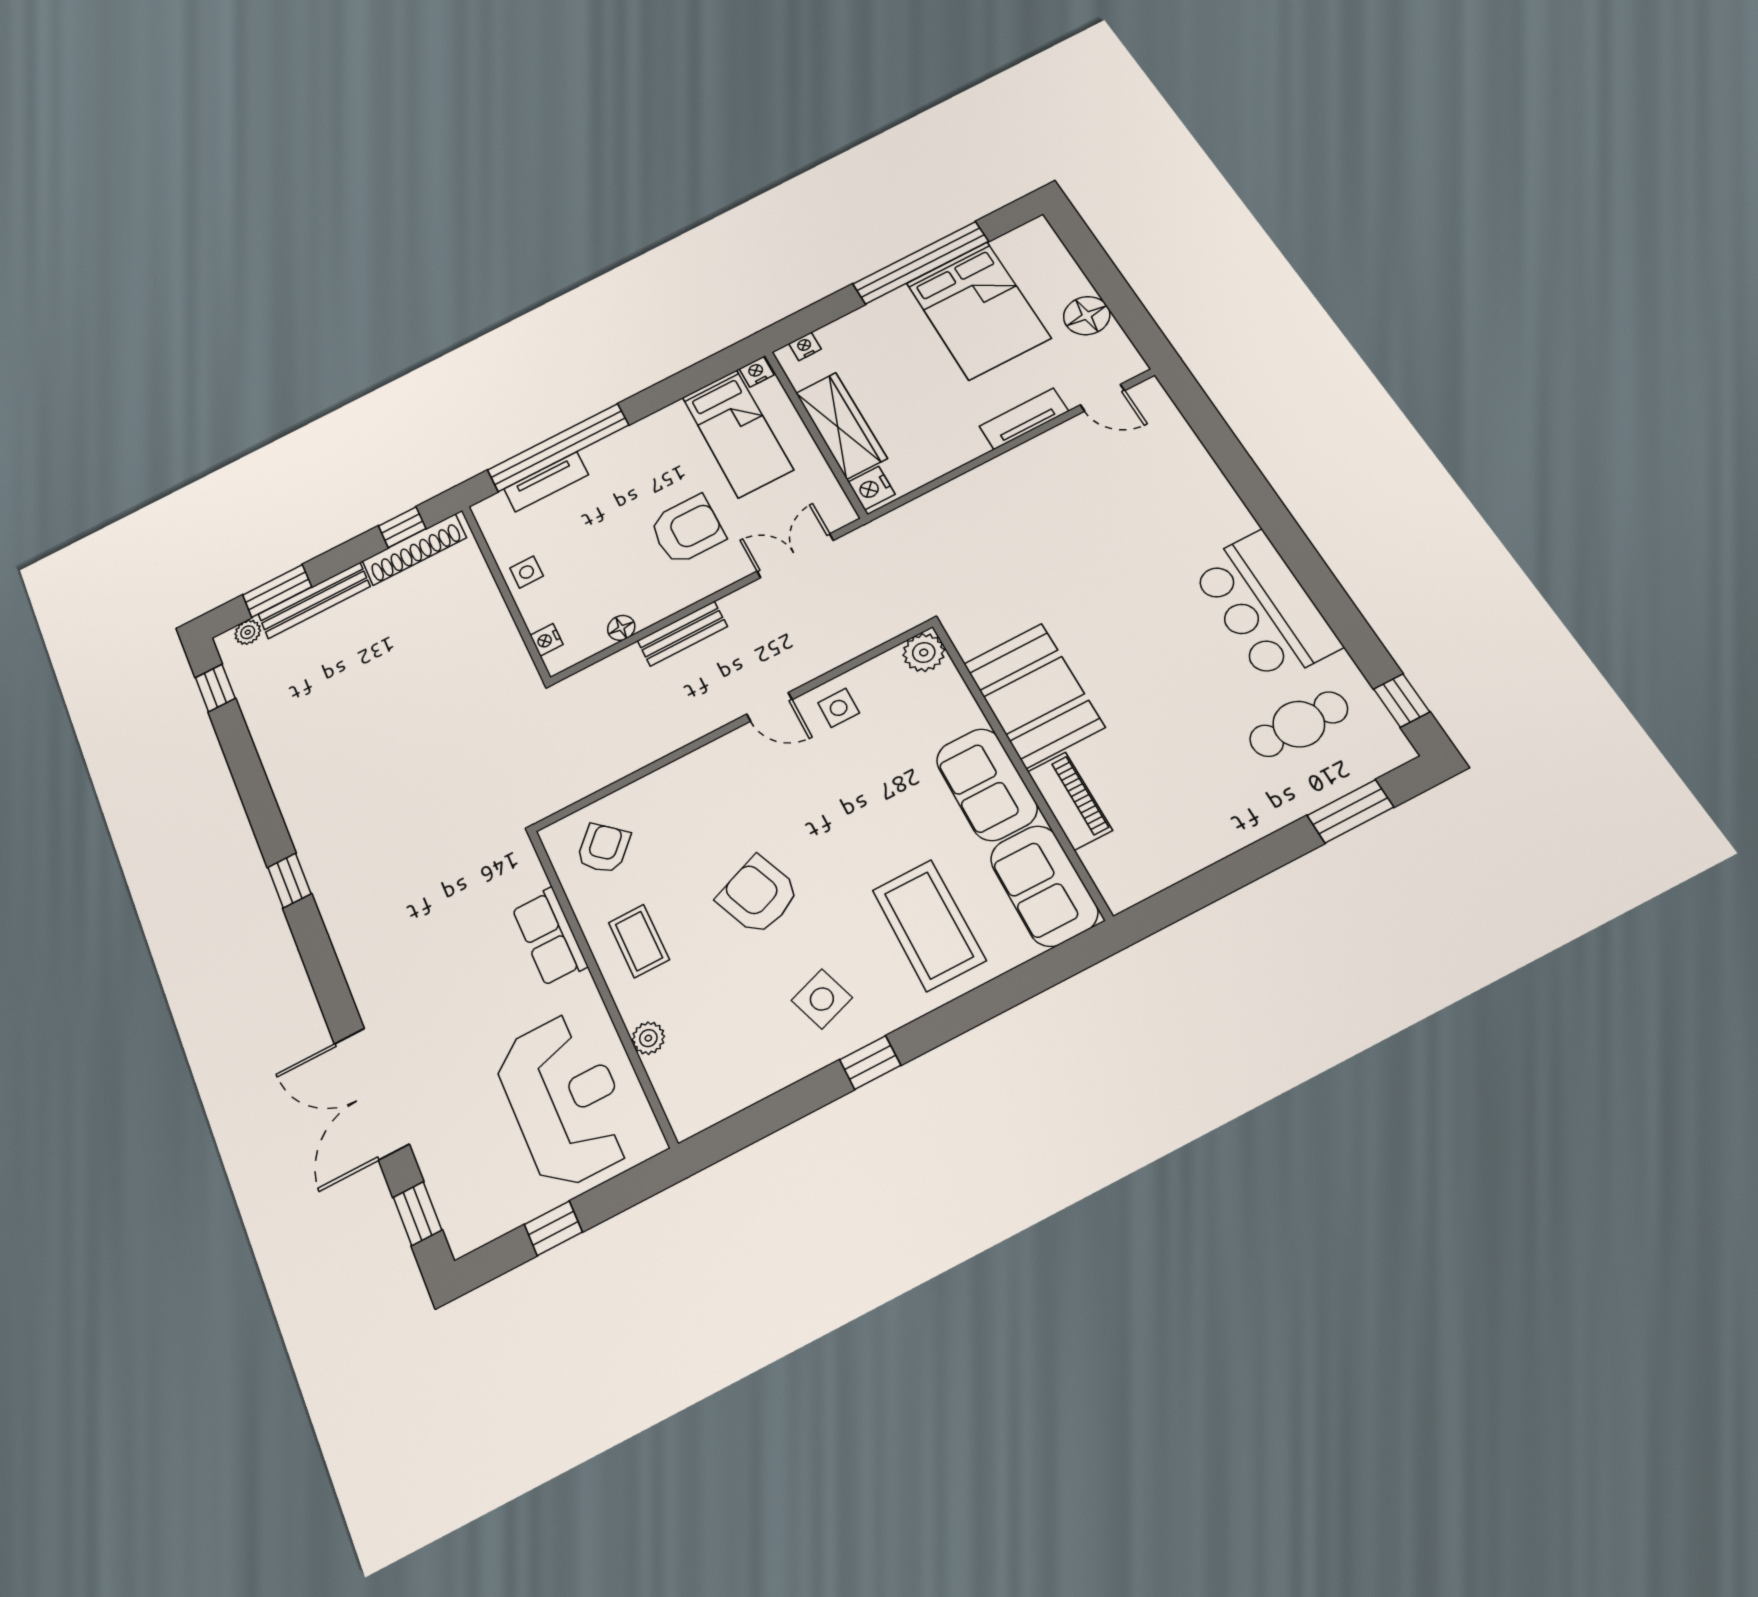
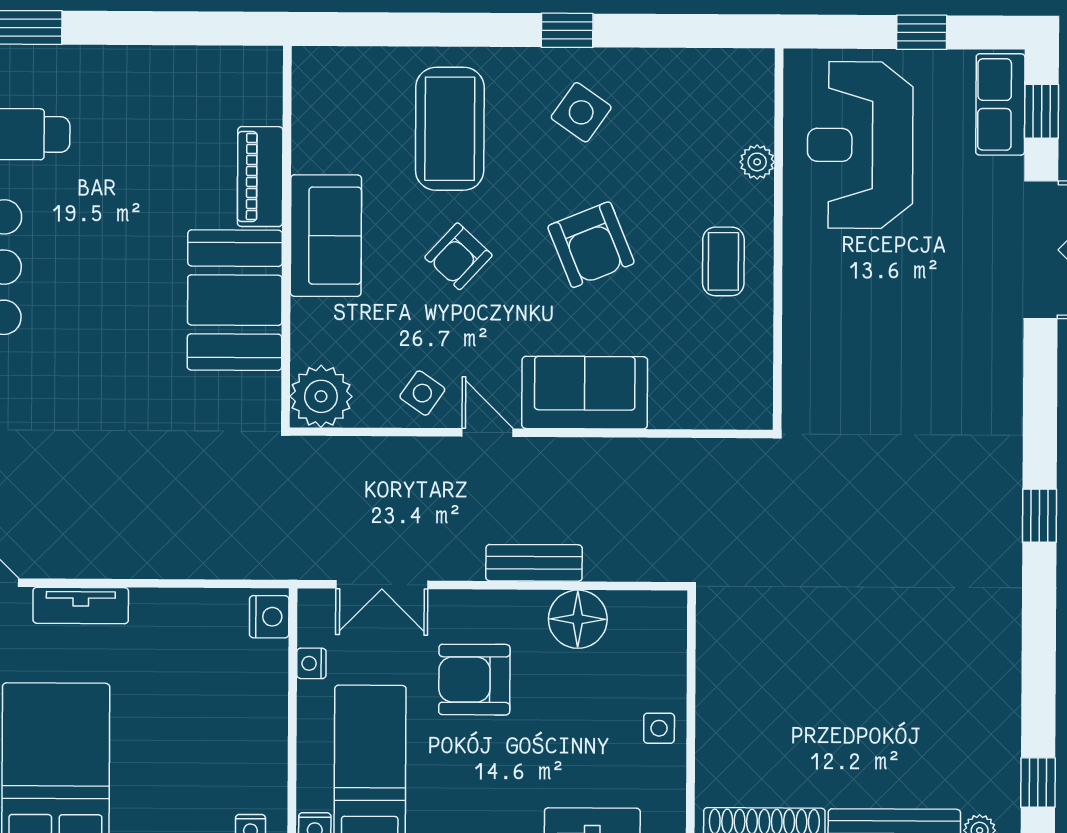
wardrobe: (841, 425) -> (262, 709), removed
floor lamp: (621, 628) -> (578, 619), width x1.89, depth x1.89
nightstand: (546, 640) -> (311, 663), moved, turned 180
plant: (924, 652) -> (321, 396), width x1.36, depth x1.36
side table: (839, 708) -> (422, 393), turned 35
armchair: (603, 848) -> (458, 256), moved
sofa: (1044, 886) -> (585, 393), moved, turned -90
row of seats: (550, 937) -> (1000, 104), moved, turned 180
side table: (822, 999) -> (581, 112), turned -36

